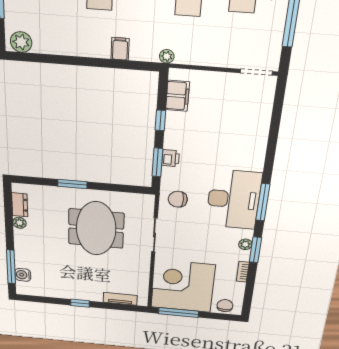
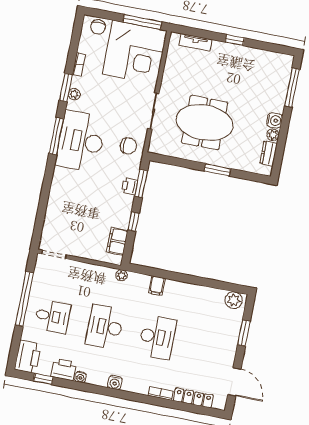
meeting table: (96, 229) -> (205, 122), turned 90
water cooler: (23, 275) -> (274, 120), moved

